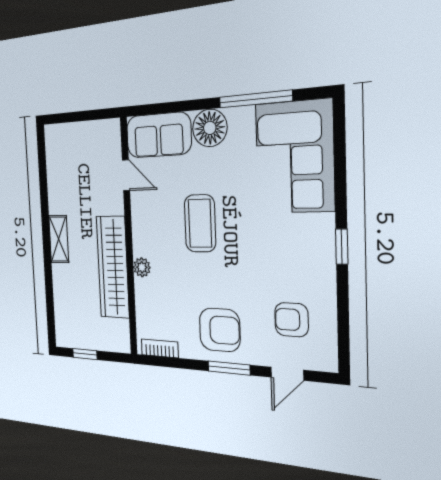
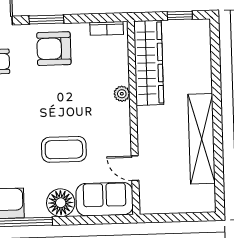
coffee table: (200, 223) -> (64, 149), moved, turned 90
shelving: (59, 239) -> (202, 139), width x2.20, depth x1.33
wardrobe: (113, 267) -> (149, 63), moved

